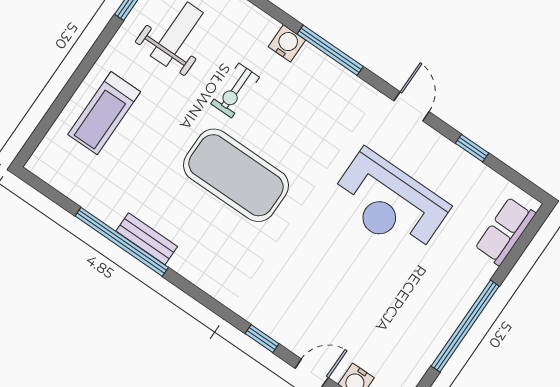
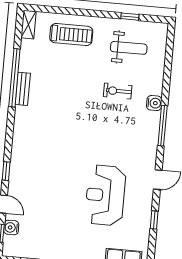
treadmill: (104, 113) -> (71, 35), turned 180
shelving: (50, 172) -> (29, 25), added
exercise mat: (236, 175) -> (77, 114), removed

